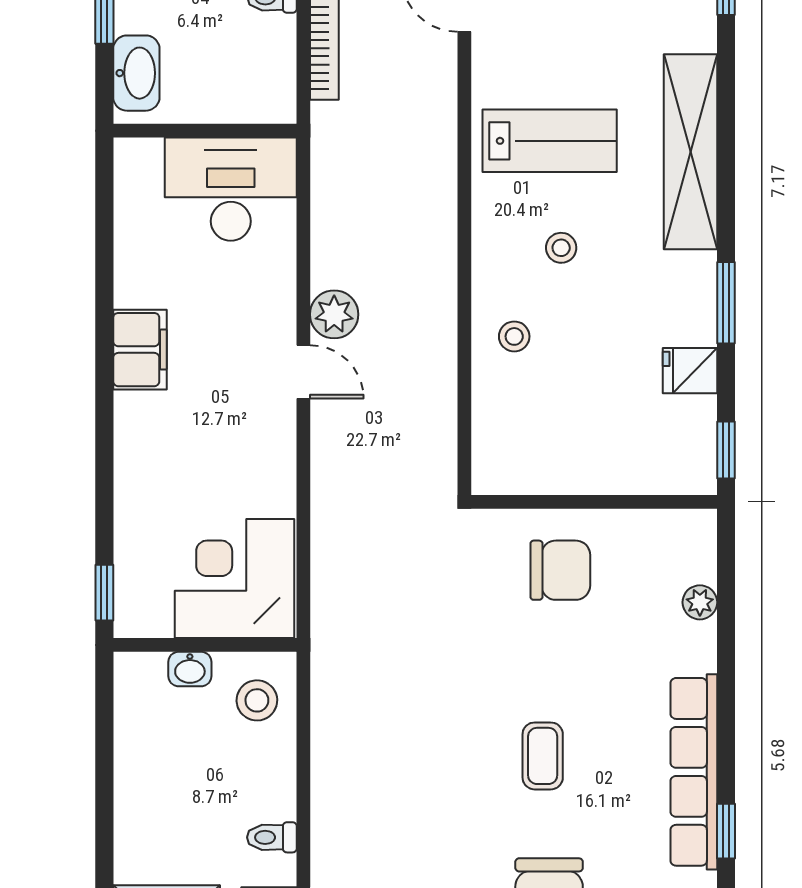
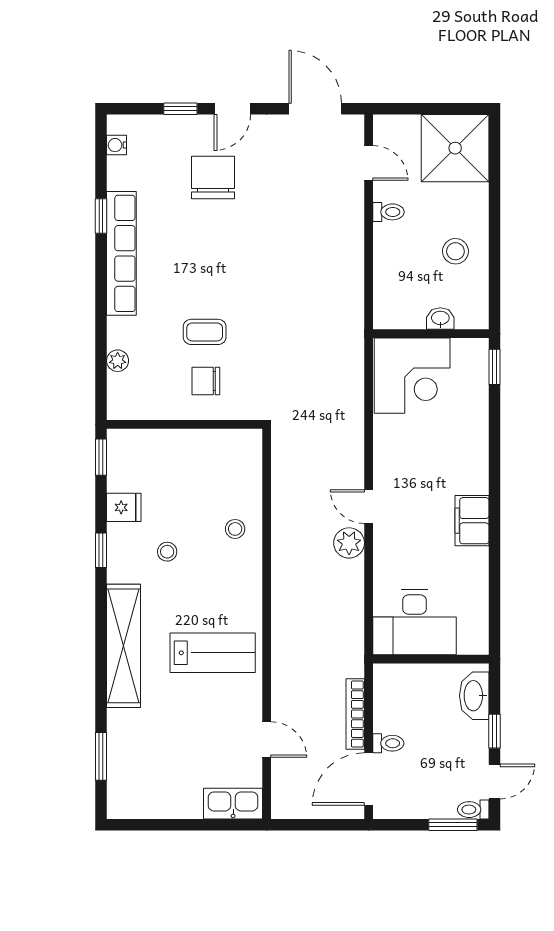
lab bench: (550, 141) -> (213, 653), turned 180
stool: (561, 248) -> (167, 552), moved
window: (726, 303) -> (101, 550), width x0.67
chair: (560, 570) -> (206, 381), width x0.73, depth x0.73
stool: (257, 700) -> (455, 251), moved
coffee table: (543, 756) -> (205, 332), moved, turned 90

